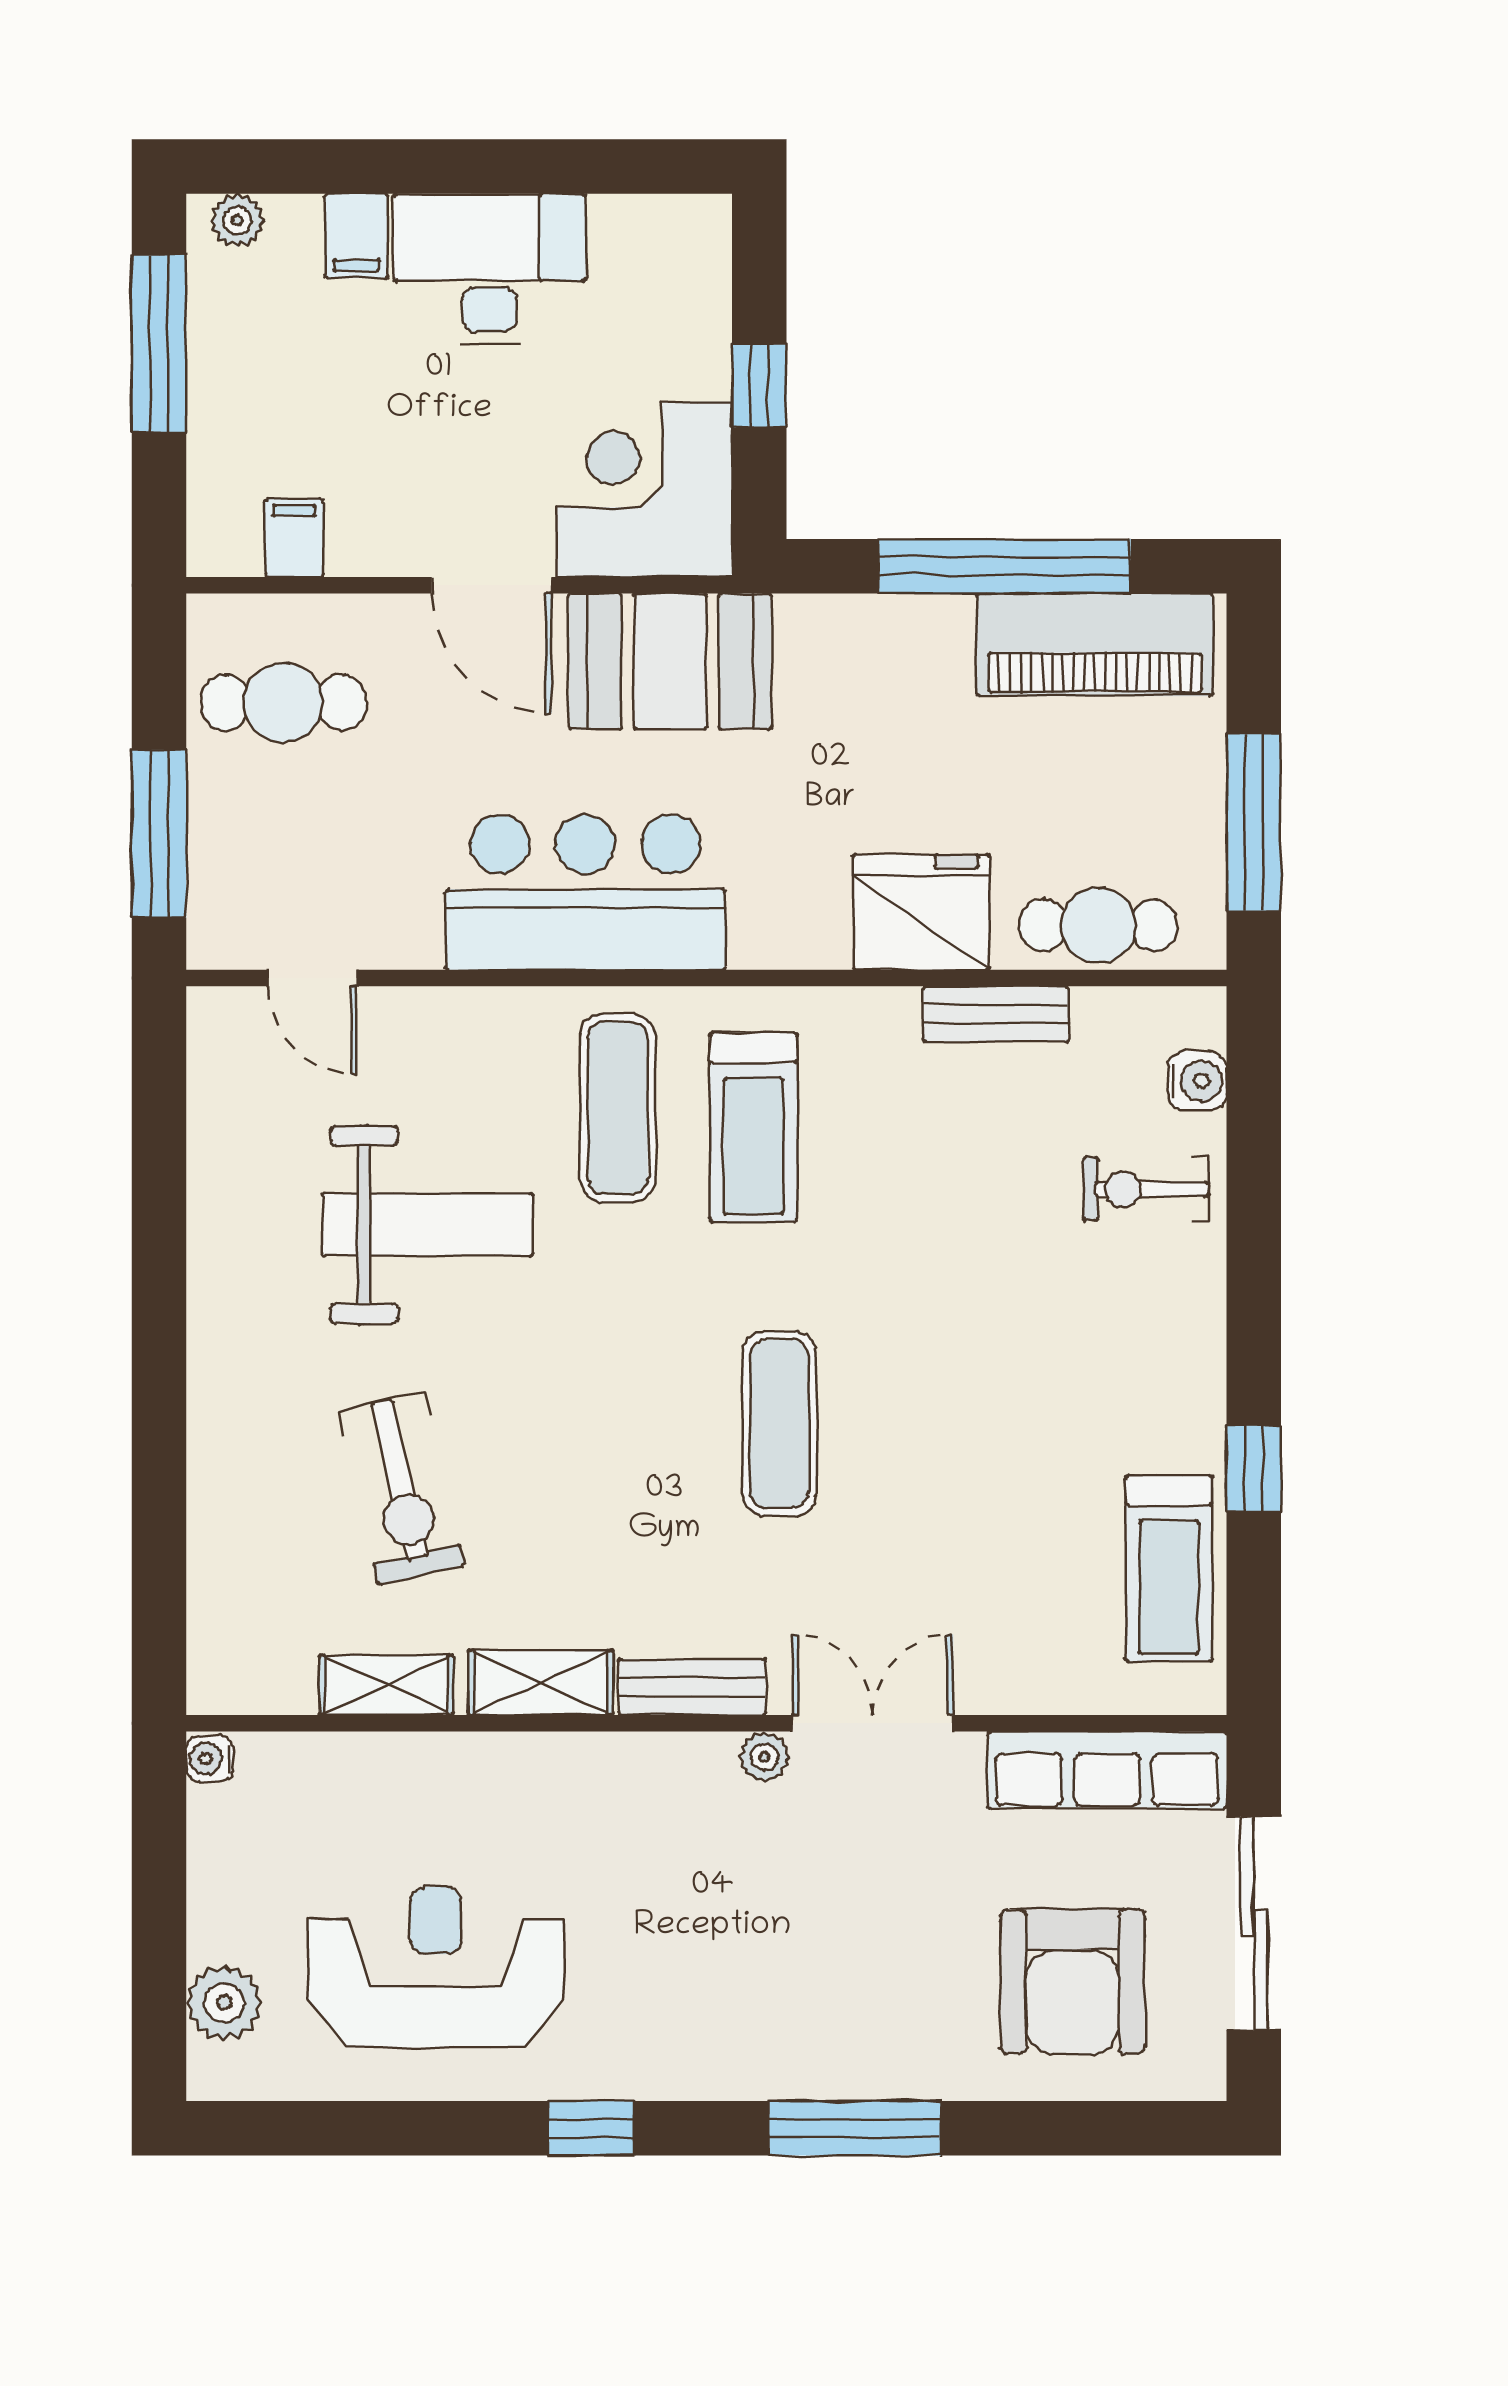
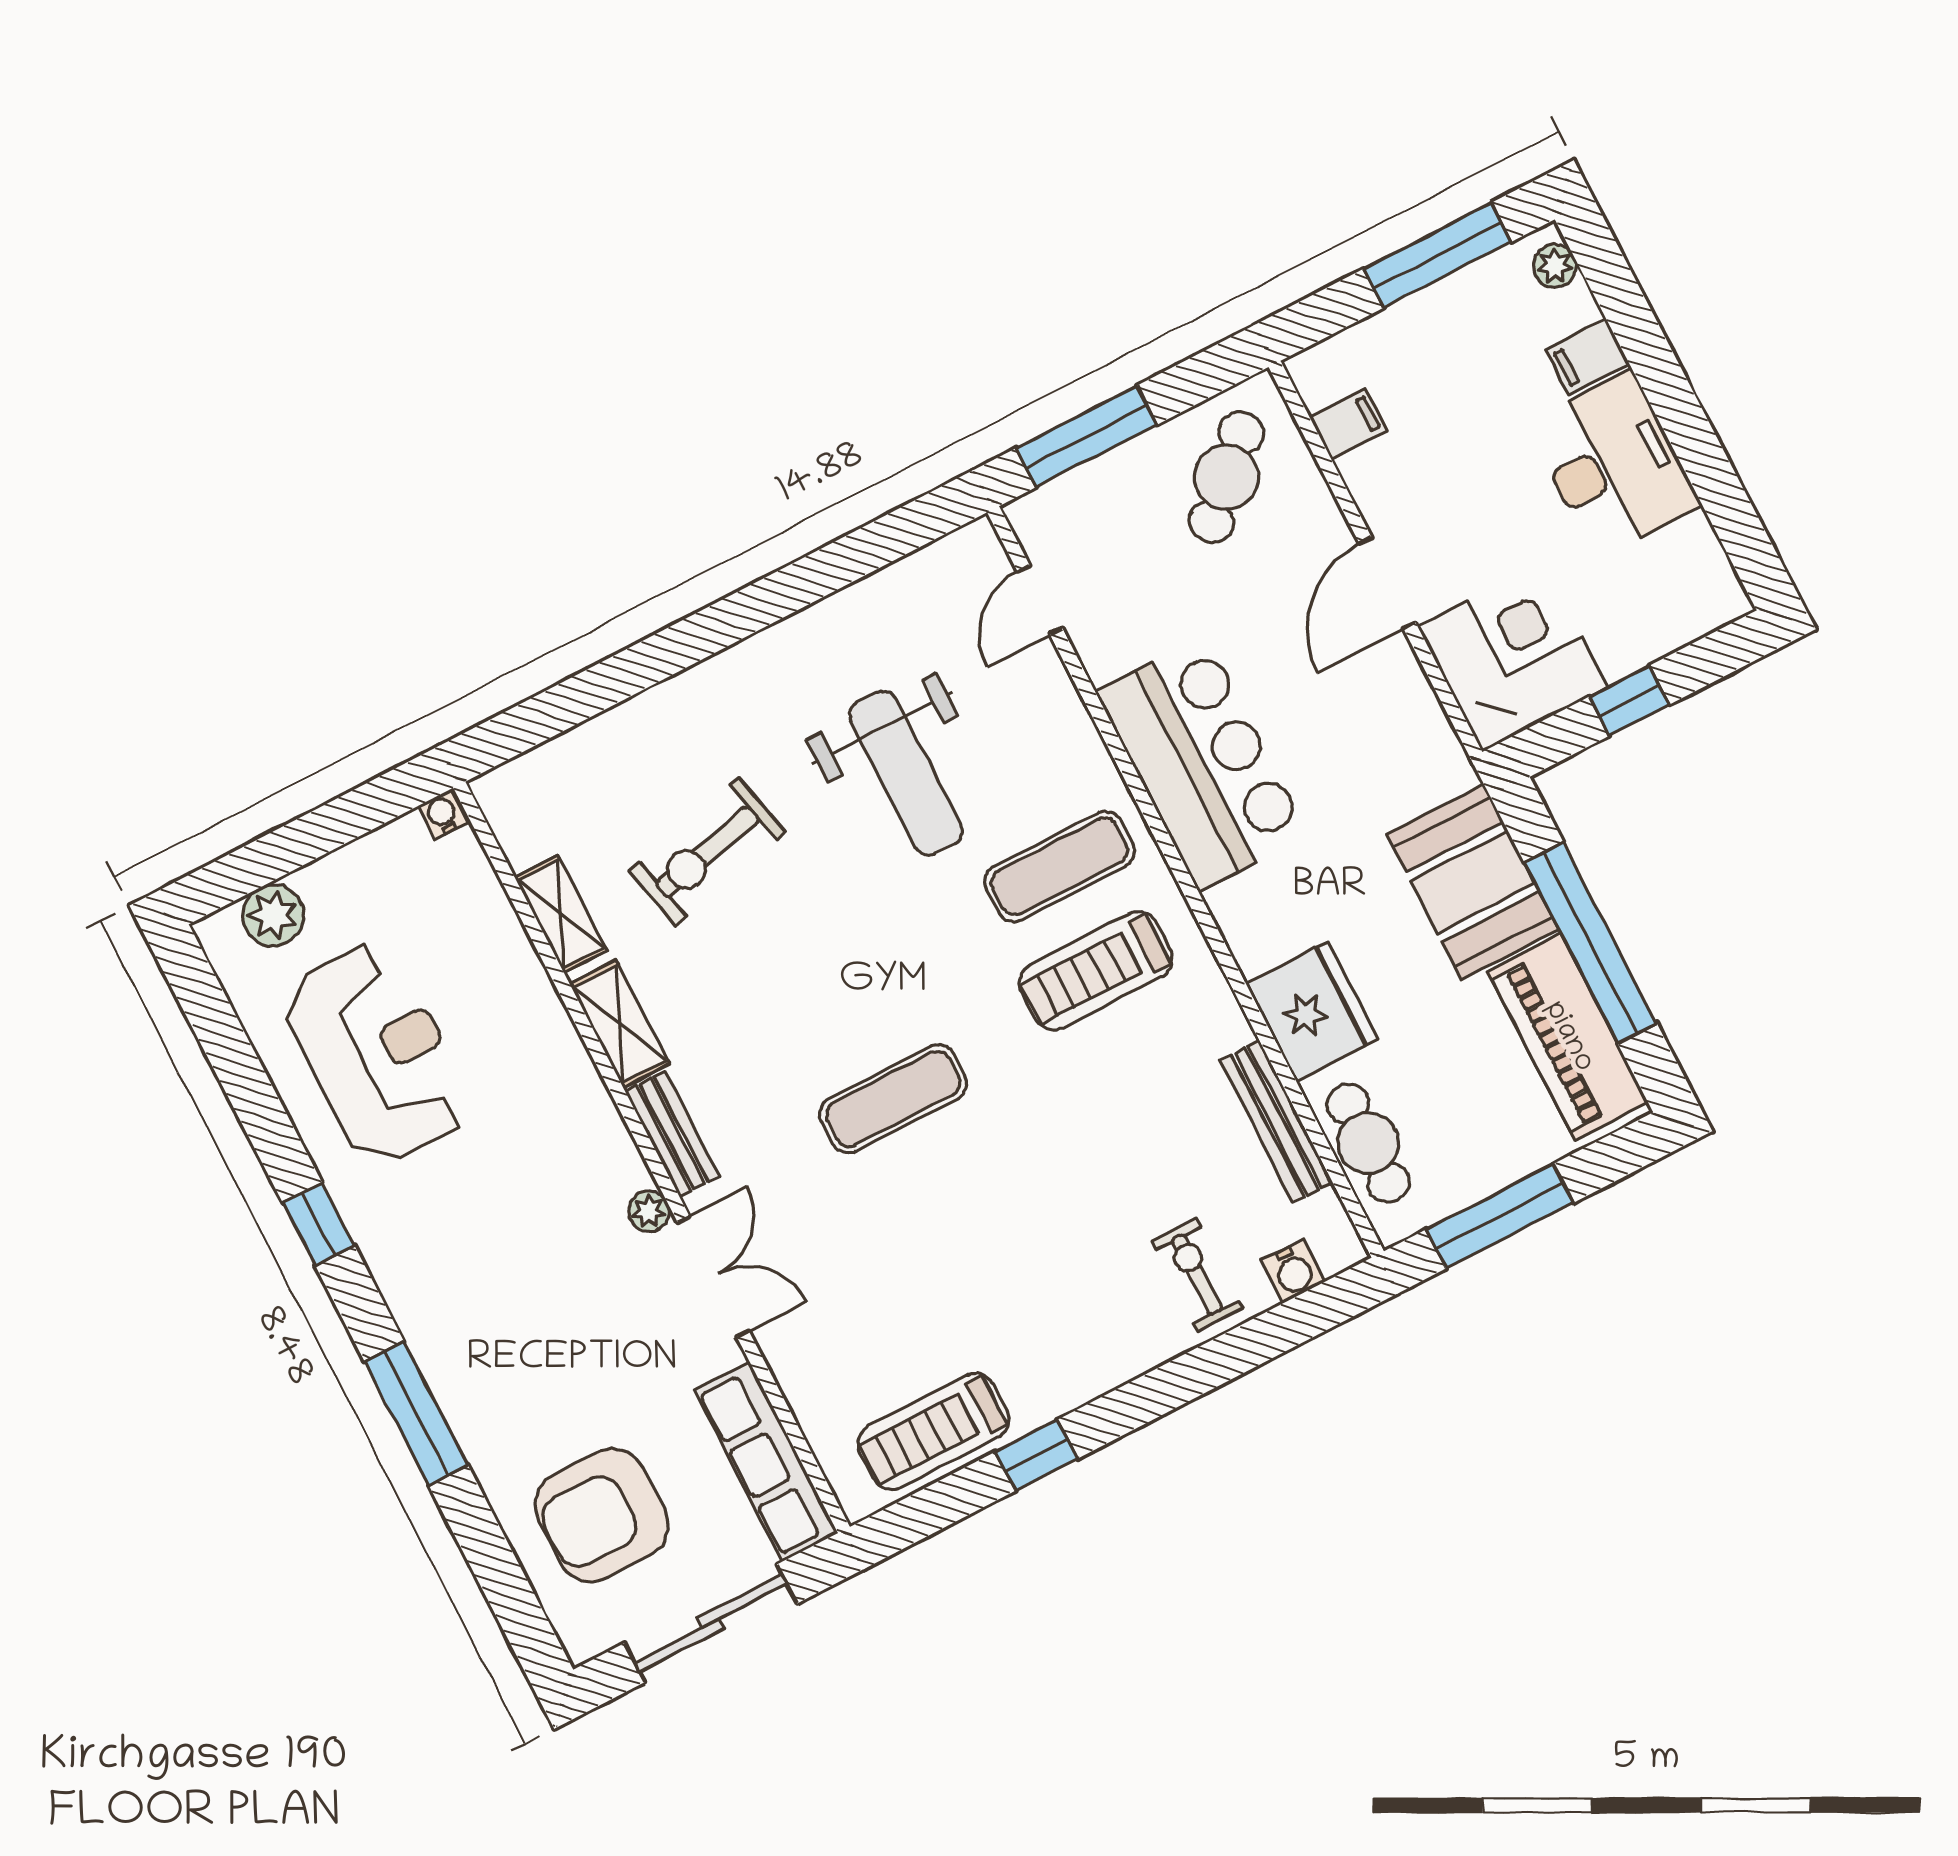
booth: (670, 661) -> (1473, 882), moved
cafe table: (284, 703) -> (1226, 477), turned 46
bench: (996, 1014) -> (1276, 1121), width x1.36

